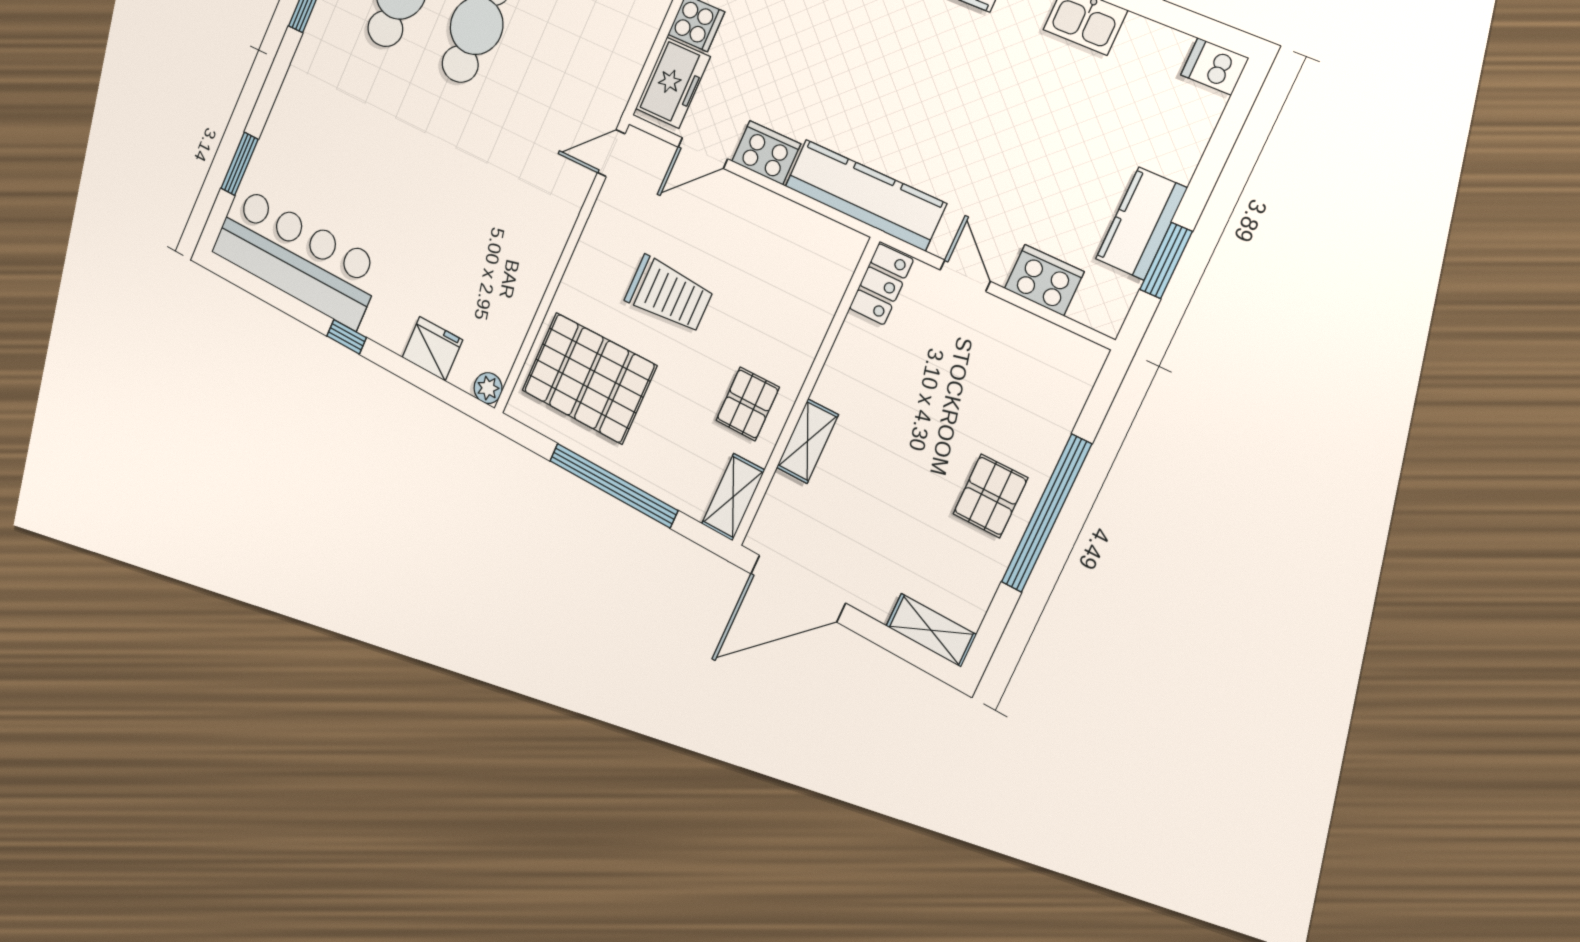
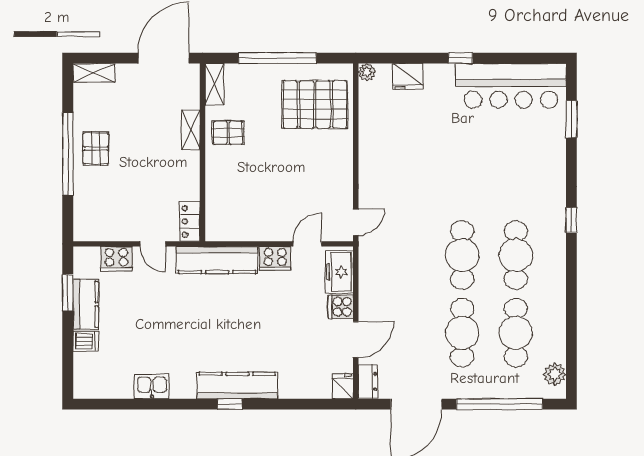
dishwasher: (1215, 66) -> (86, 341), moved
trolley: (669, 294) -> (292, 166), removed
pallet: (748, 404) -> (228, 133), turned 90

